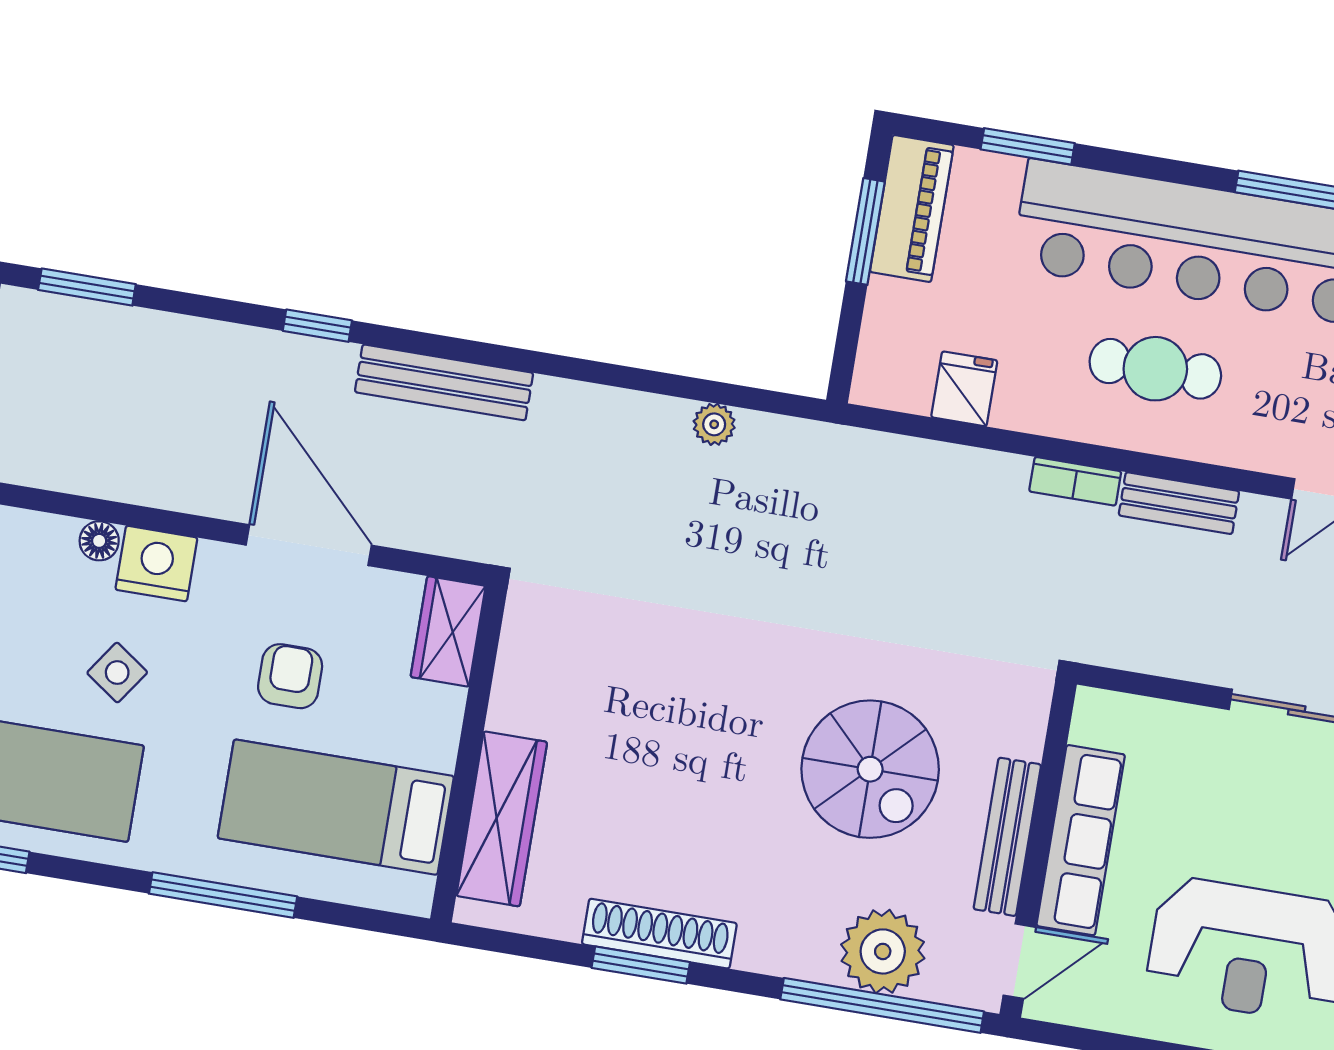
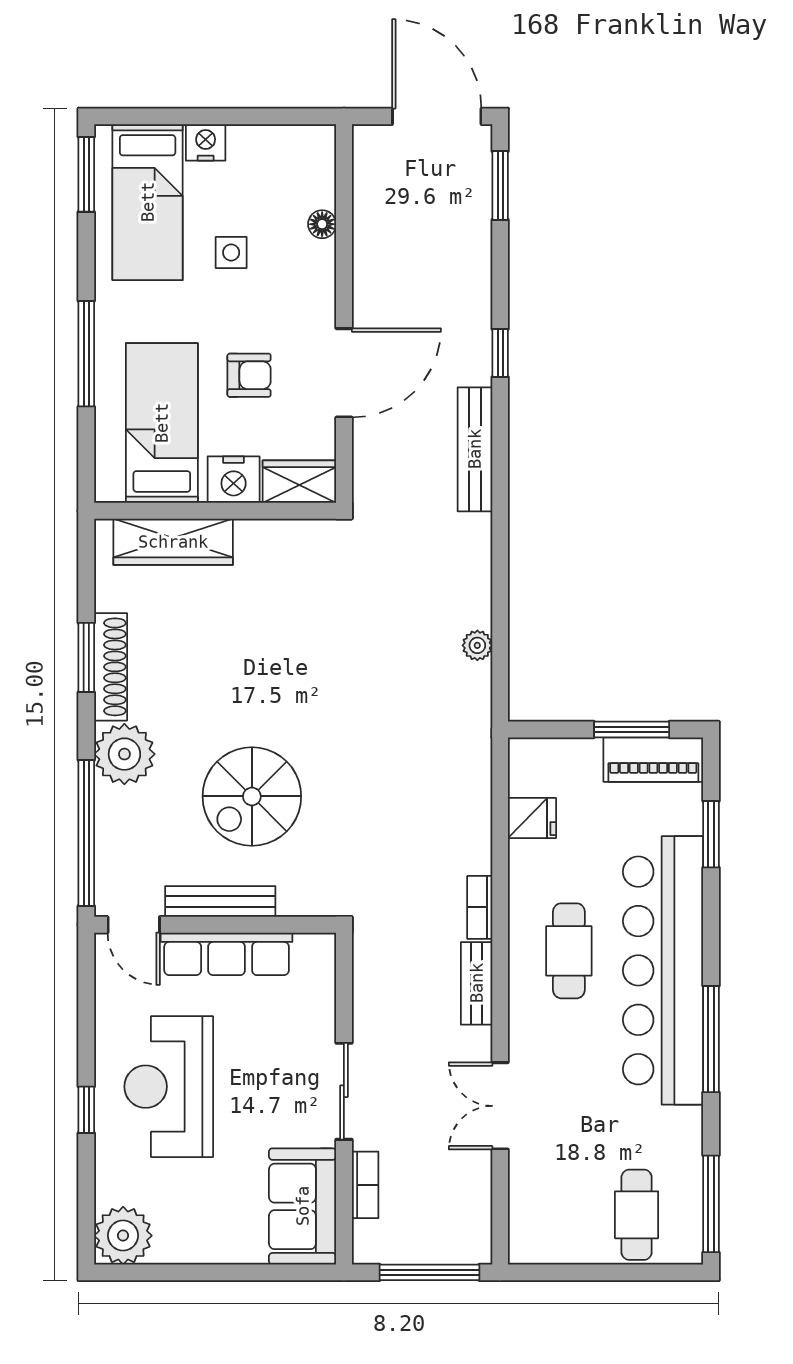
nightstand: (156, 564) -> (234, 480), moved, turned 90
side table: (117, 673) -> (231, 252), turned -35
plant: (883, 951) -> (124, 754), moved

